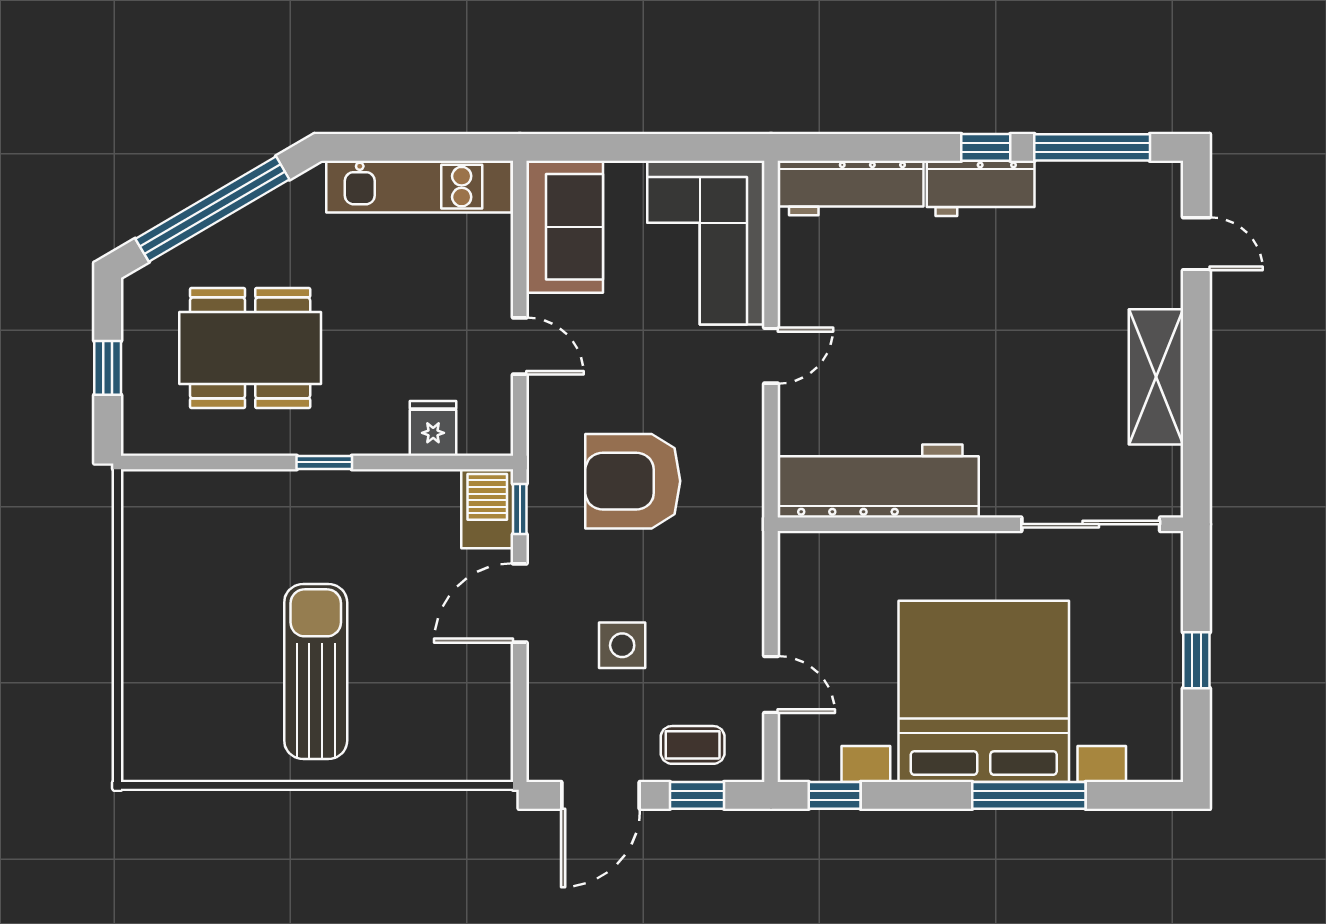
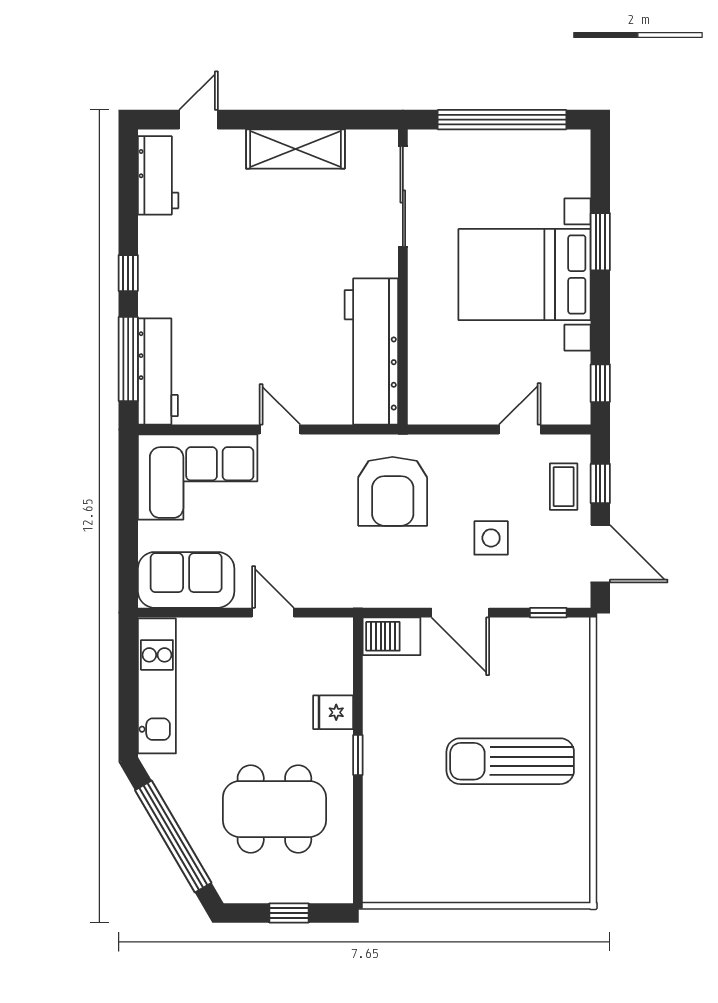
window: (1092, 147) -> (128, 359), moved
workbench: (981, 188) -> (158, 175), moved
door: (520, 346) -> (273, 613), hinge flipped
dining table: (250, 348) -> (274, 809), turned 90
fridge: (433, 428) -> (333, 712), moved
armchair: (633, 481) -> (393, 491), moved
window: (520, 509) -> (548, 613), moved
window: (1196, 660) -> (502, 120), width x3.17
bed with nightstands: (984, 691) -> (525, 275), width x0.73
window: (1029, 795) -> (600, 242), width x0.69

